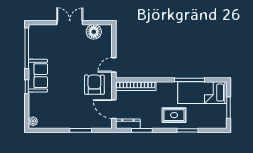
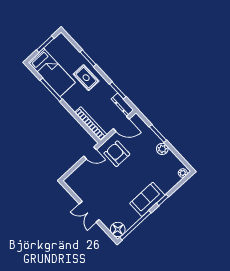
floor lamp: (94, 32) -> (118, 229), moved
armchair: (94, 85) -> (117, 154), turned 90
door: (114, 109) -> (121, 124), hinge flipped
plant: (66, 123) -> (162, 149), added

